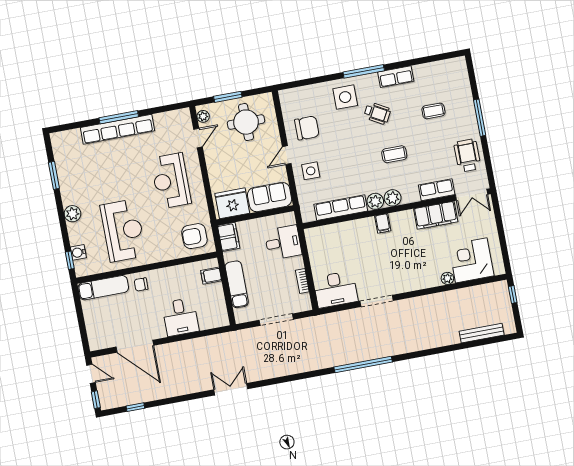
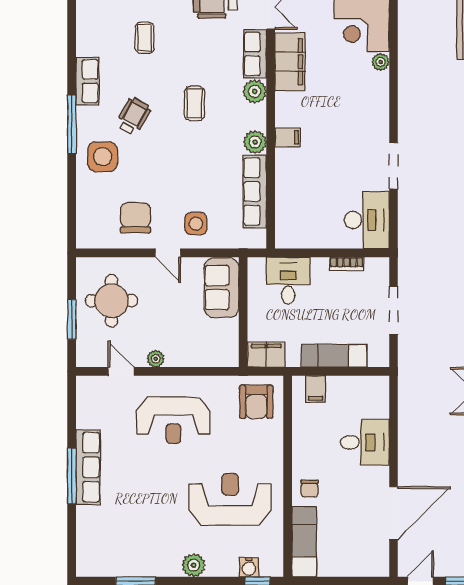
plant: (203, 116) -> (156, 359), moved
row of seats: (117, 129) -> (88, 467), width x0.73
plant: (393, 198) -> (255, 91), moved
fridge: (232, 203) -> (221, 341), removed

